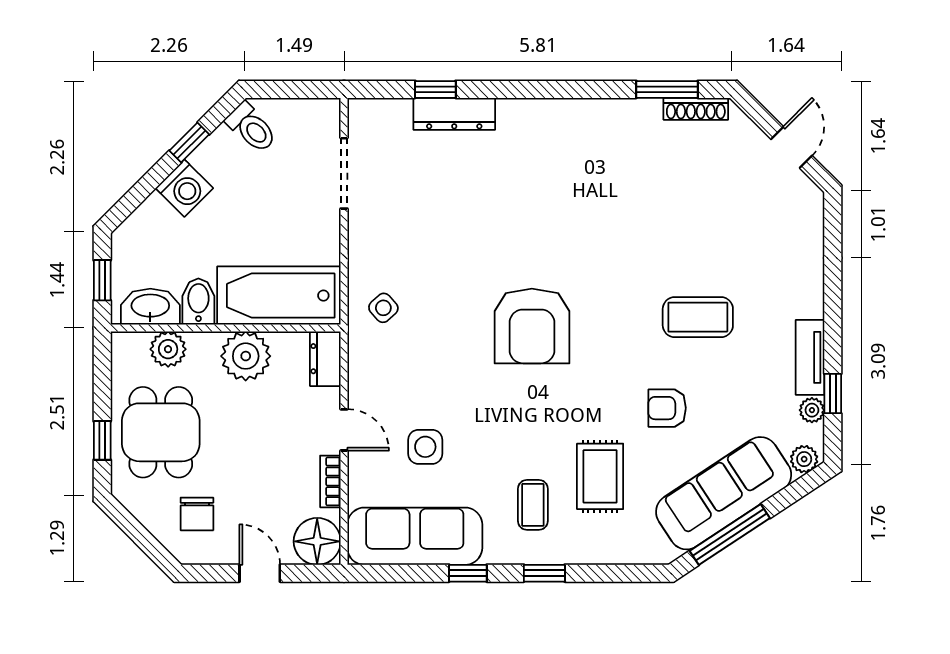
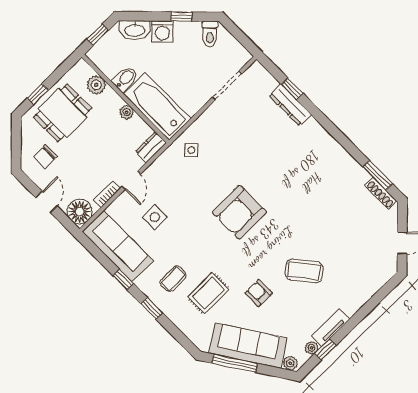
washbasin: (150, 307) -> (135, 30), moved, turned 135
coffee table: (698, 317) -> (304, 271), turned -38
plant: (246, 356) -> (127, 112), width x0.53, depth x0.53

